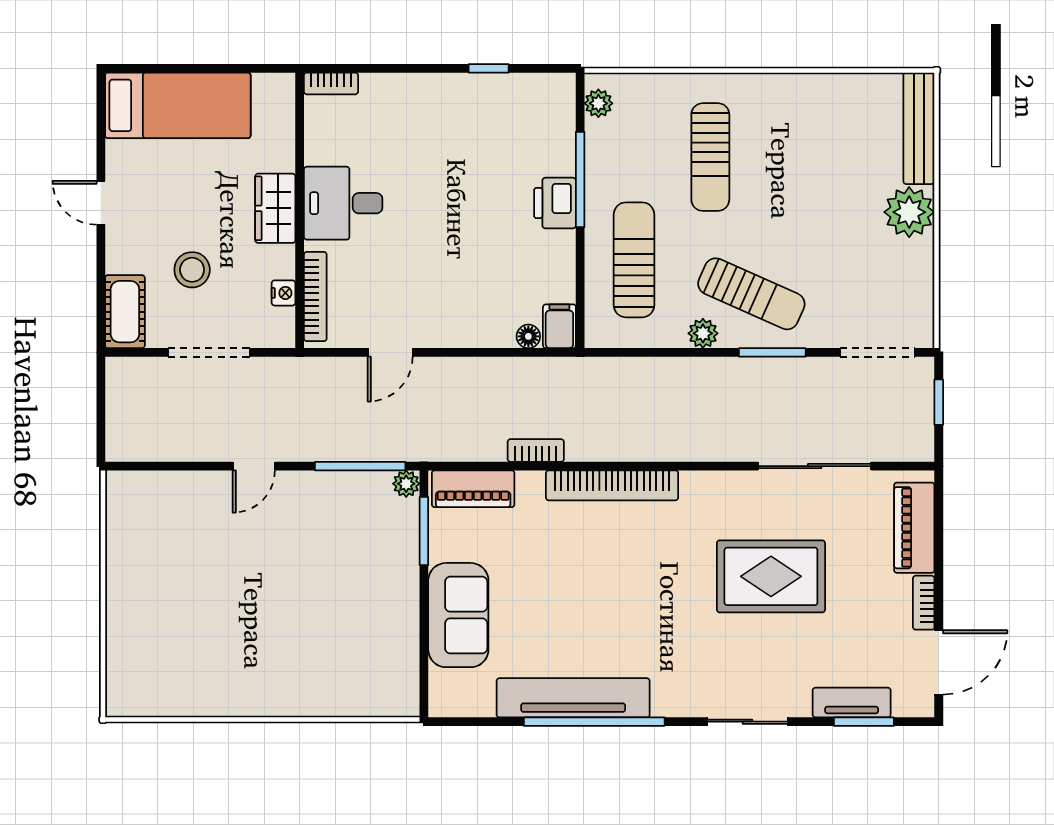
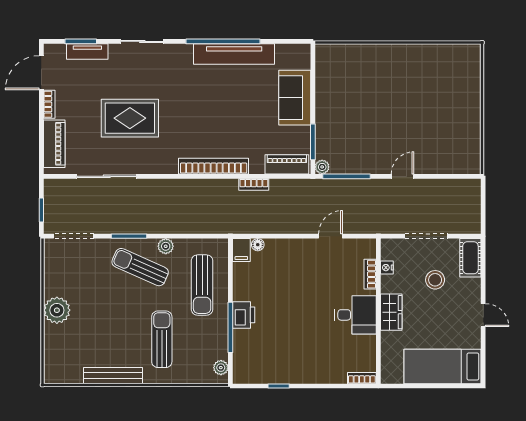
bench: (919, 128) -> (113, 376), moved, turned 90
bookcase: (315, 297) -> (370, 274), width x0.64

